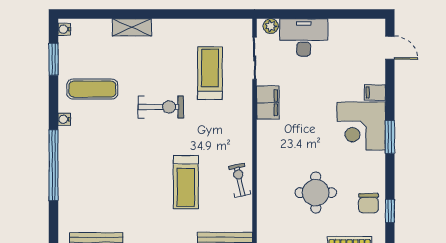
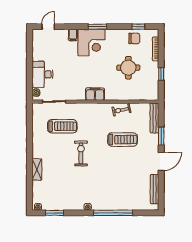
treadmill: (210, 73) -> (62, 126), turned 180
exercise mat: (92, 89) -> (71, 191), removed
filing cabinet: (268, 103) -> (95, 94), moved

